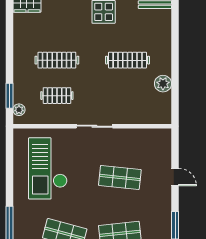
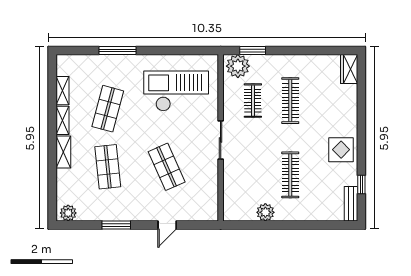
plant: (19, 110) -> (238, 66), width x1.87, depth x1.87
shop shelf: (120, 177) -> (167, 167), turned -30

